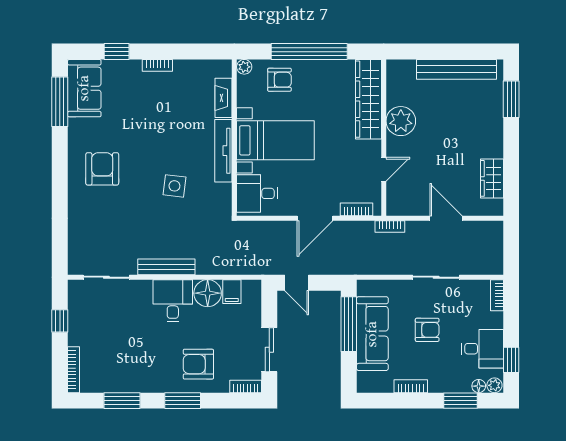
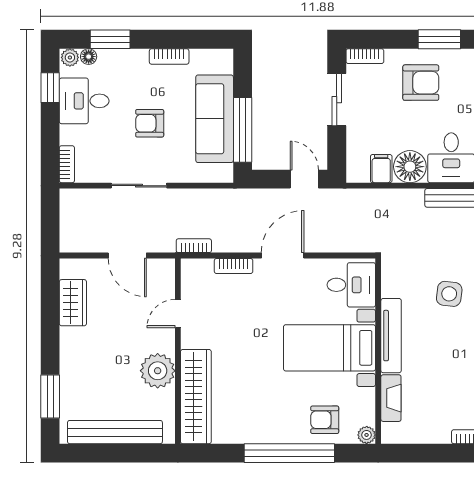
wardrobe: (368, 99) -> (196, 397), moved
plant: (401, 121) -> (158, 371), moved
wall: (384, 138) -> (178, 351), moved
door: (384, 169) -> (178, 314), moved

